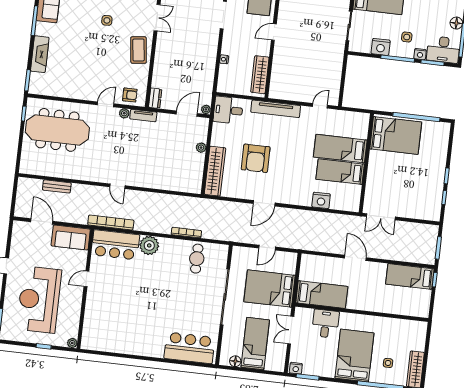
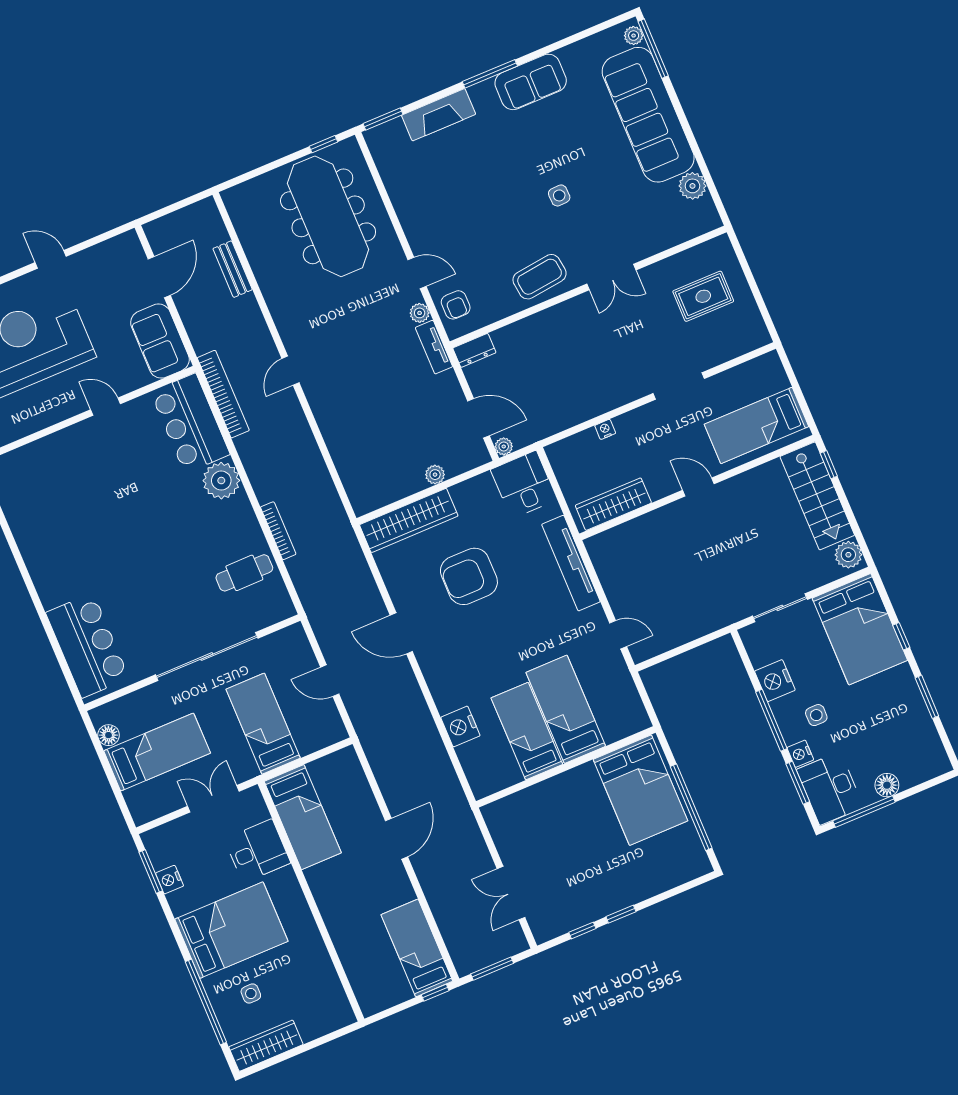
double door: (381, 217) -> (511, 893), moved
bed: (270, 289) -> (263, 724), width x0.67
nightstand: (296, 368) -> (170, 880), moved

